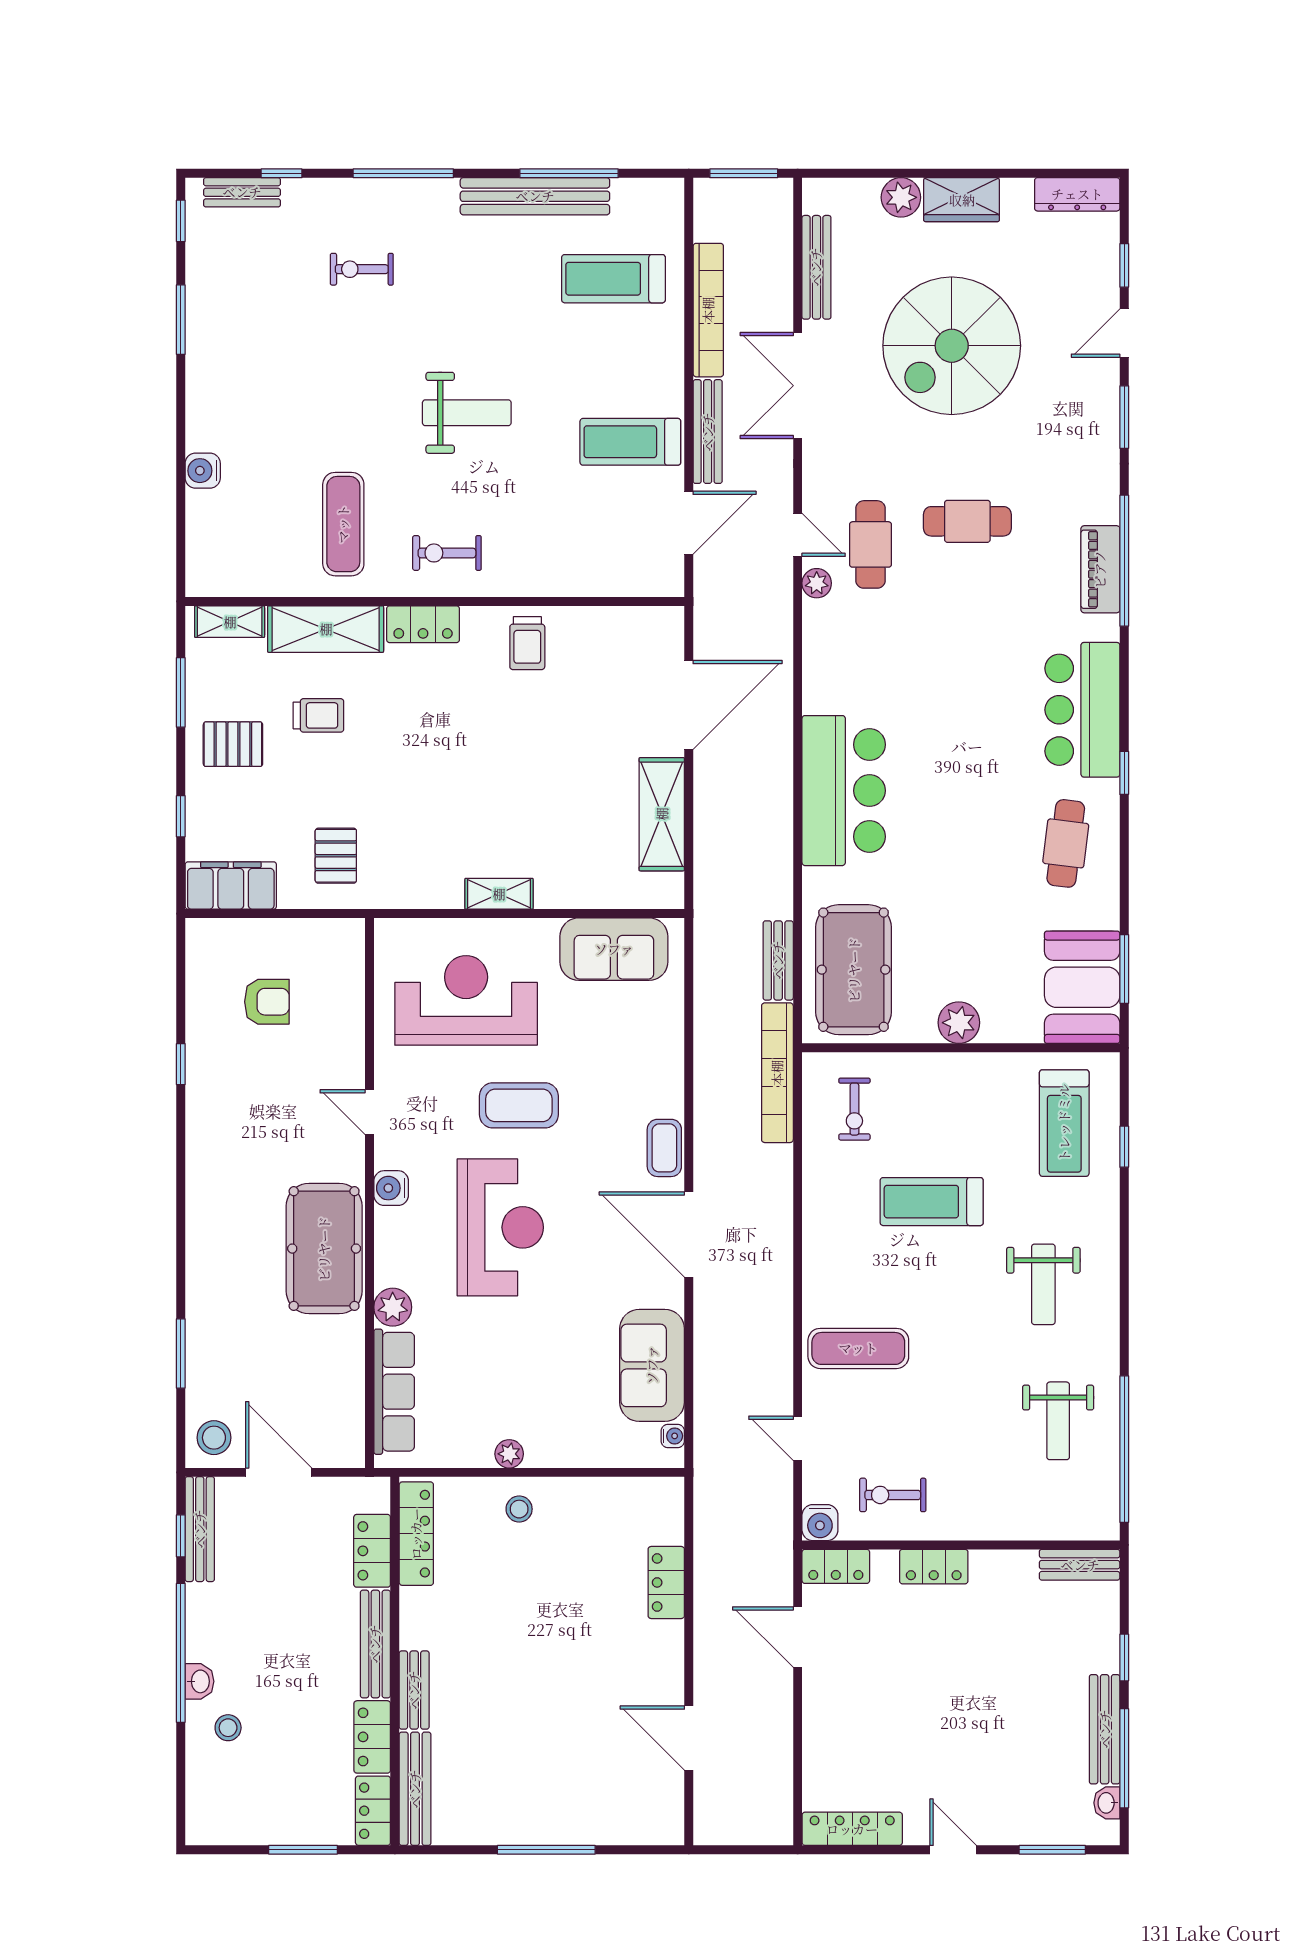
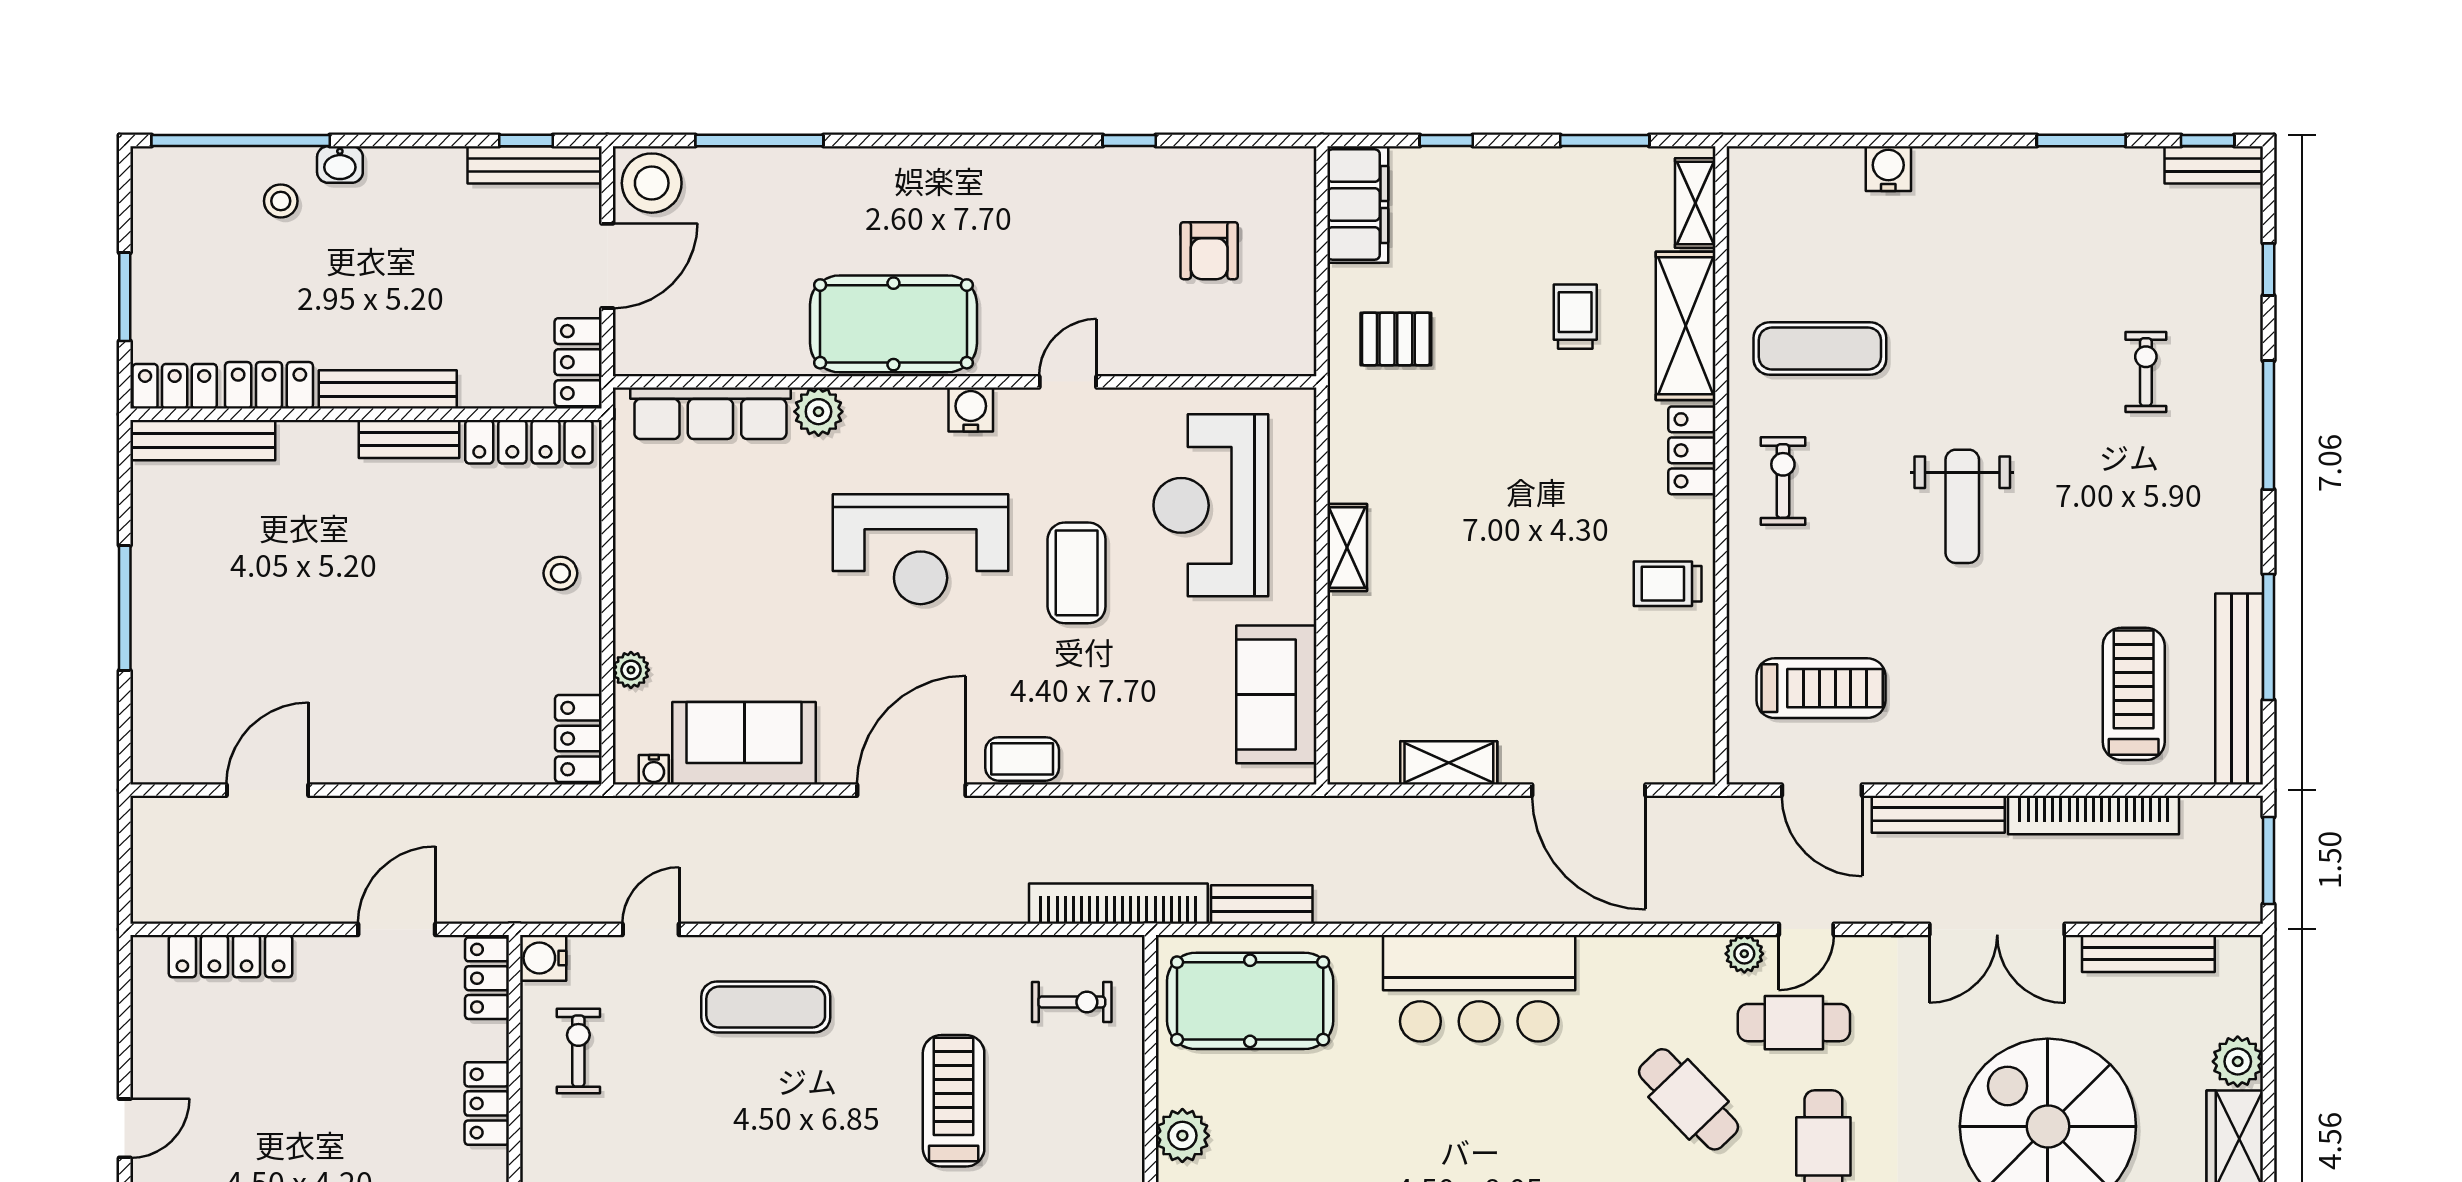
bench: (242, 192) -> (2214, 165), moved, turned 90
bench: (535, 196) -> (2239, 689), moved
double door: (798, 386) -> (1997, 929), swing flipped
treadmill: (630, 442) -> (1821, 688), moved, turned 90
cafe table: (931, 627) -> (1688, 1099), added
trolley: (318, 715) -> (1575, 317), turned 180
pallet: (233, 744) -> (1538, 207), removed
shelving: (662, 814) -> (1449, 763), width x0.67, depth x0.75
reception desk: (466, 1000) -> (1211, 505), turned 180
exercise bike: (854, 1109) -> (1072, 1002), turned 180
exercise mat: (858, 1348) -> (766, 1007), turned 90
window: (181, 1353) -> (759, 141), width x1.44
stool: (214, 1438) -> (652, 183), width x1.38, depth x1.38
plant: (509, 1454) -> (631, 670), moved
locker: (372, 1551) -> (578, 362), moved, turned -90
locker: (666, 1582) -> (578, 739), moved, turned -90
window: (181, 1653) -> (241, 141), moved
bench: (414, 1690) -> (409, 439), moved
locker: (852, 1829) -> (230, 956), moved, turned 90

